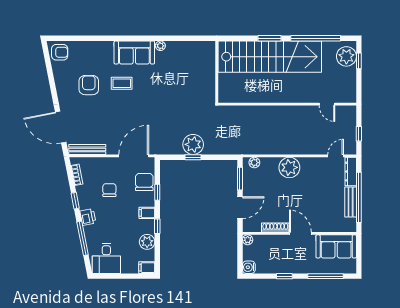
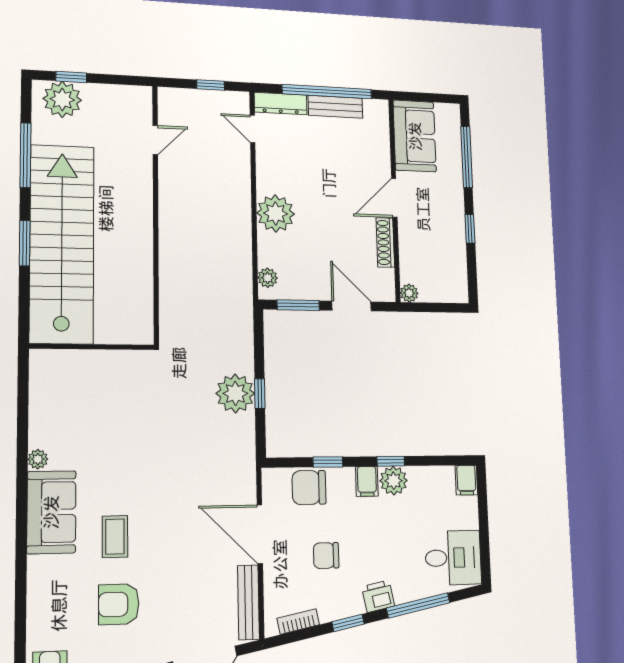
window: (316, 38) -> (26, 155), width x0.68
door: (134, 156) -> (260, 534), moved
plant: (147, 242) -> (394, 481), moved
water cooler: (249, 267) -> (457, 292), removed

